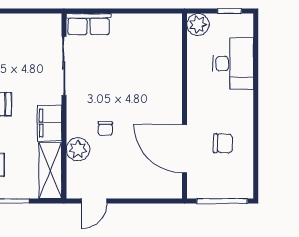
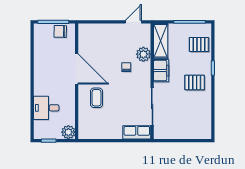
desk: (233, 63) -> (46, 108), width x0.73
coffee table: (153, 80) -> (97, 98), added
chair: (223, 143) -> (60, 31), moved
door: (185, 149) -> (77, 69), moved

